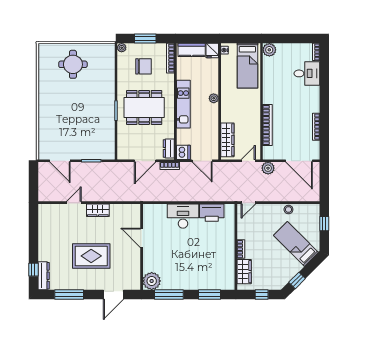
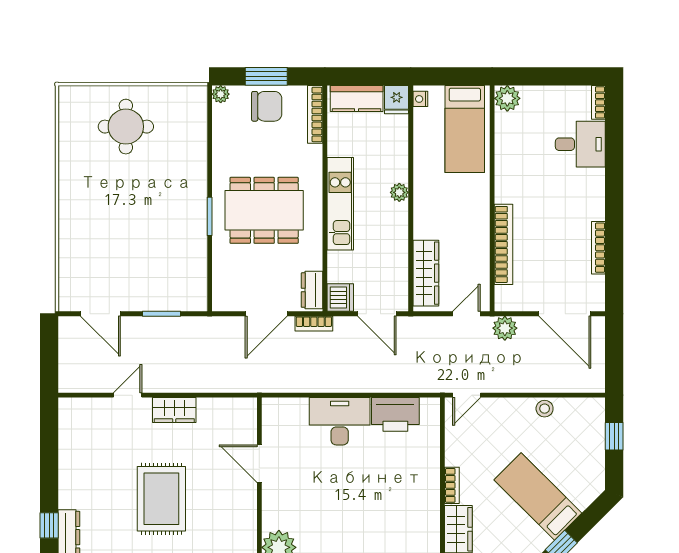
chair: (143, 66) -> (267, 106), moved
bed: (296, 244) -> (538, 496), moved
rug: (91, 256) -> (161, 499), turned 90

